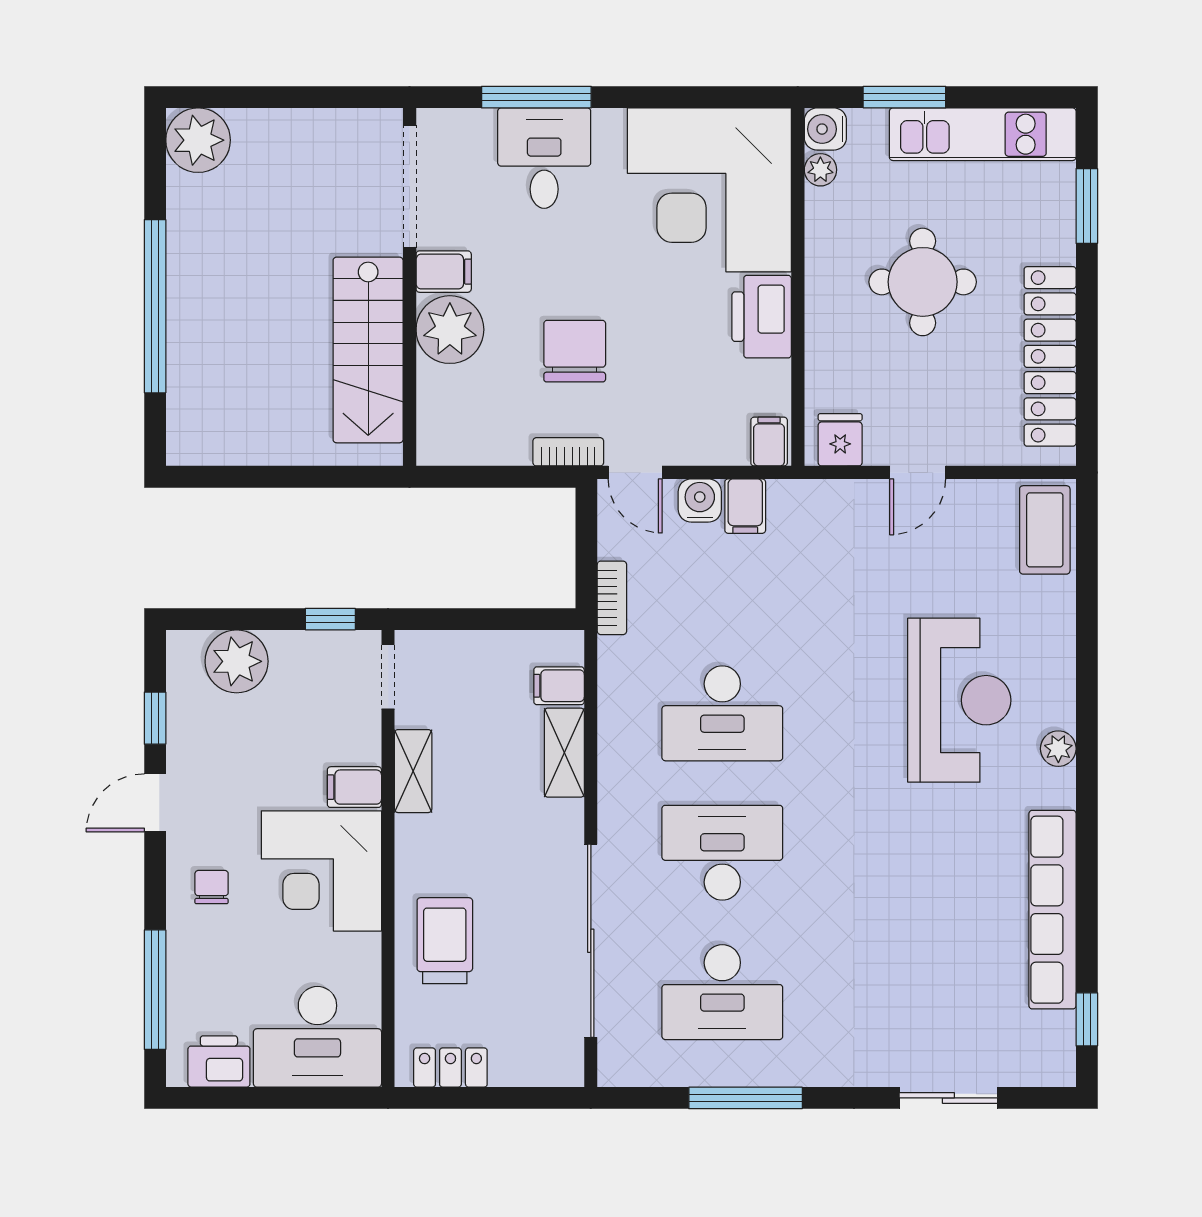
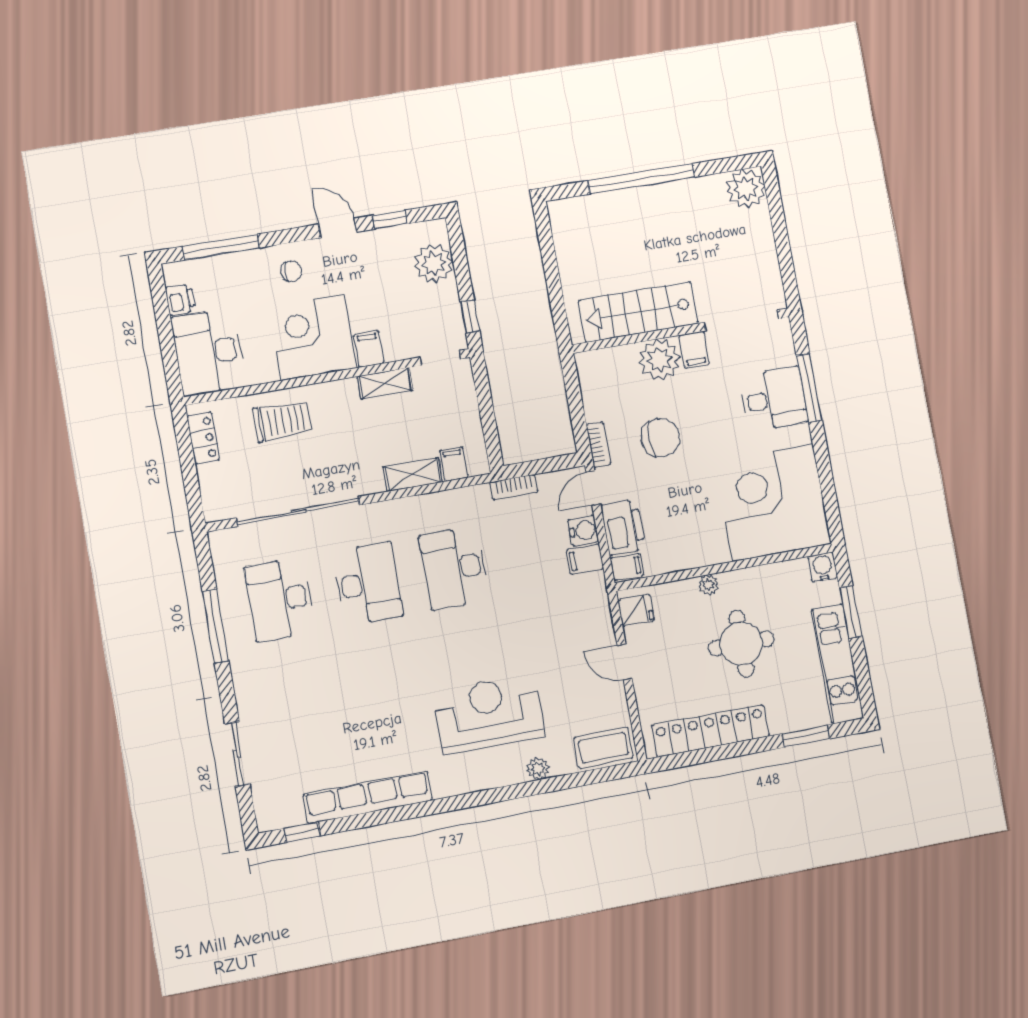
plant: (820, 170) -> (708, 585), moved
printer: (762, 317) -> (623, 527), moved, turned 90
reception desk: (959, 700) -> (489, 714), turned 180
plant: (1058, 749) -> (538, 769), moved
printer: (219, 1061) -> (180, 299), width x0.73, depth x0.81

